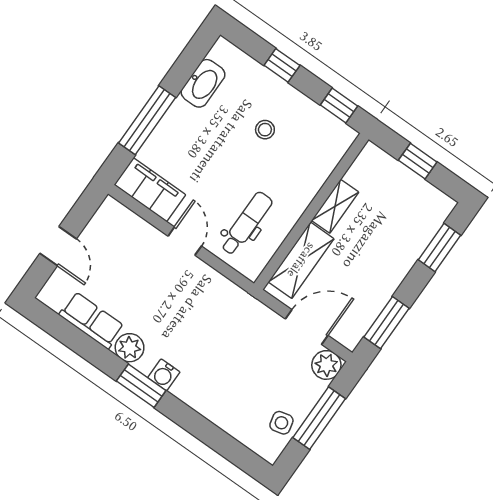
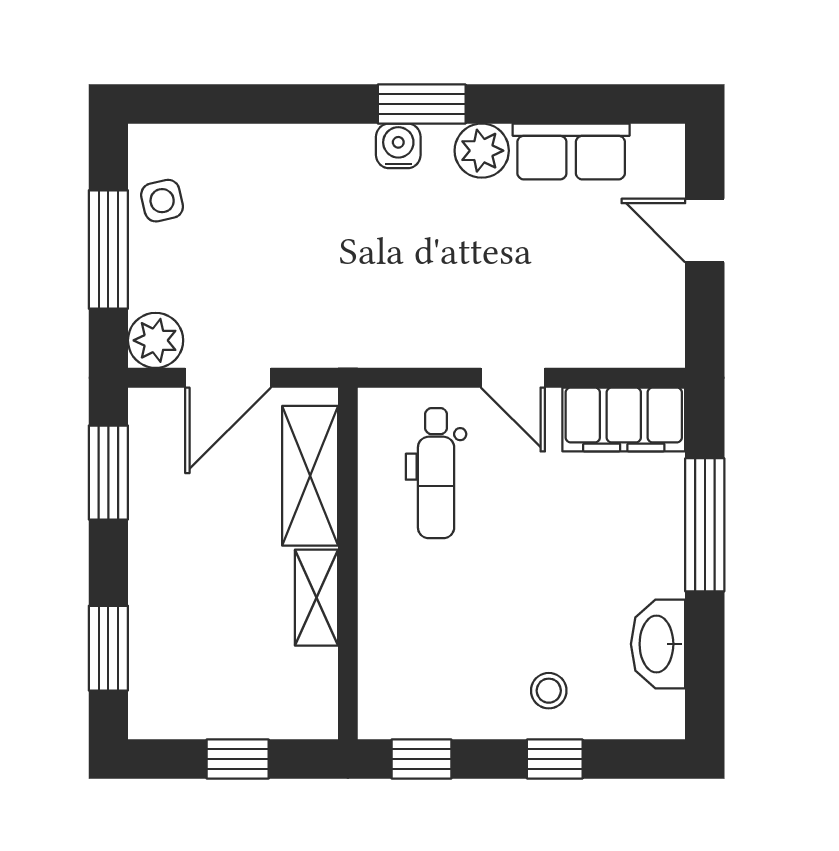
stool: (265, 130) -> (549, 691), moved

